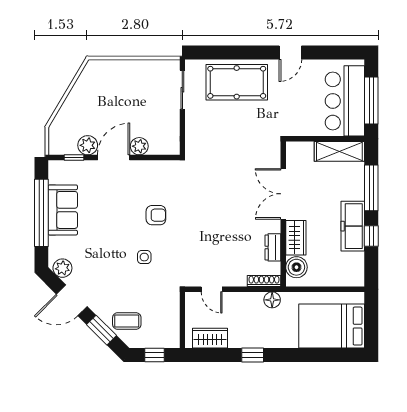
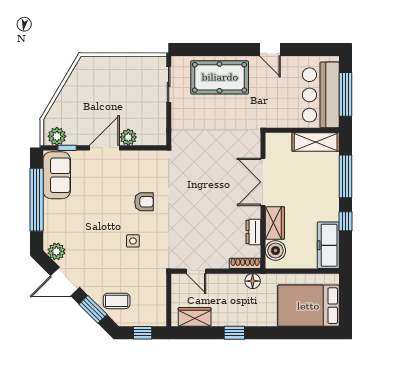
door: (290, 52) -> (270, 49), hinge flipped
plant: (88, 145) -> (57, 136), moved
sofa: (63, 210) -> (57, 175), moved
freezer: (353, 226) -> (328, 245), moved

